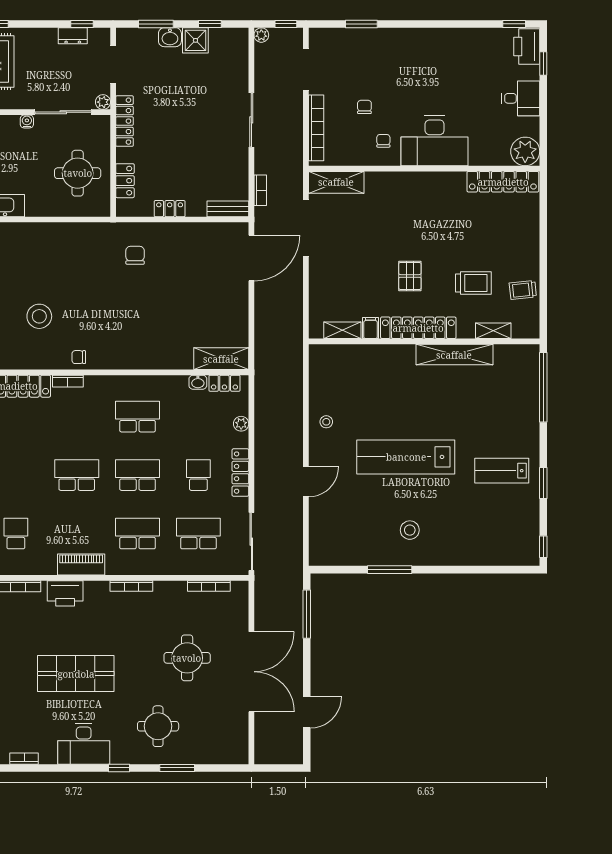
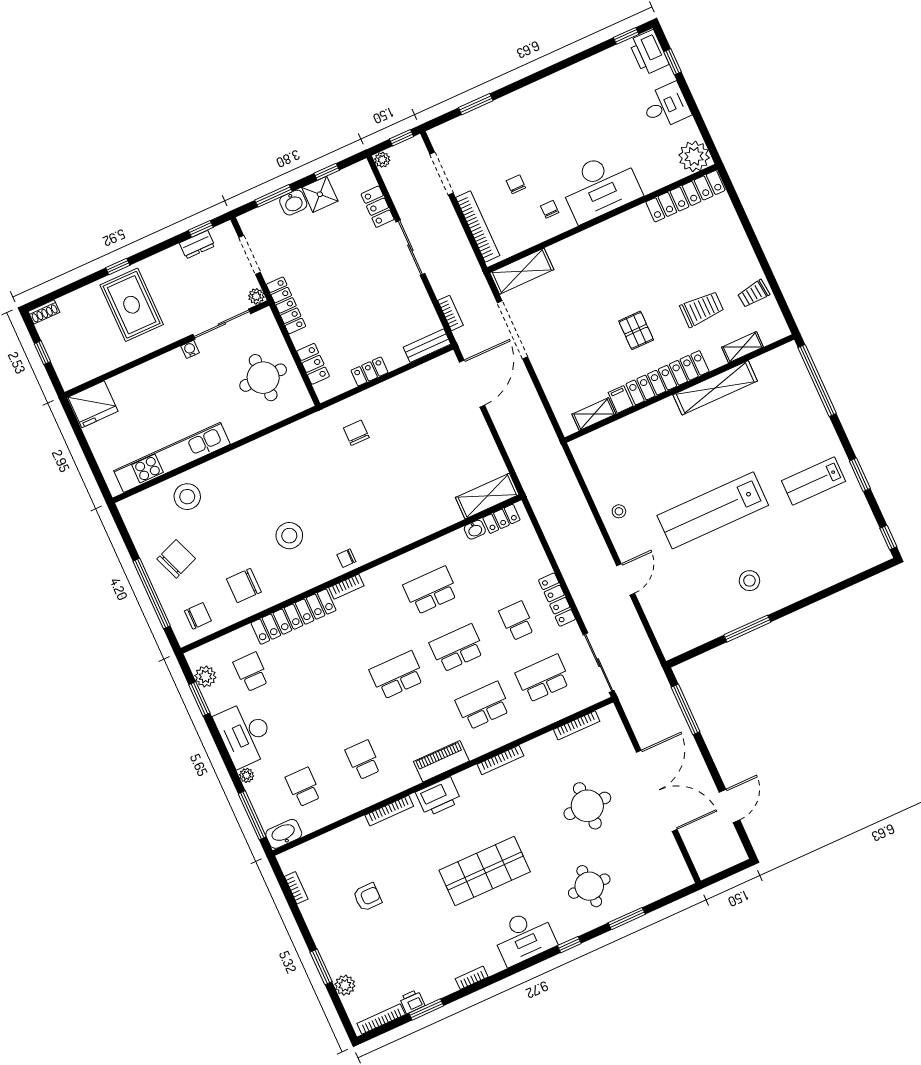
locker: (239, 73) -> (378, 207), added
plant: (241, 424) -> (536, 551), removed

